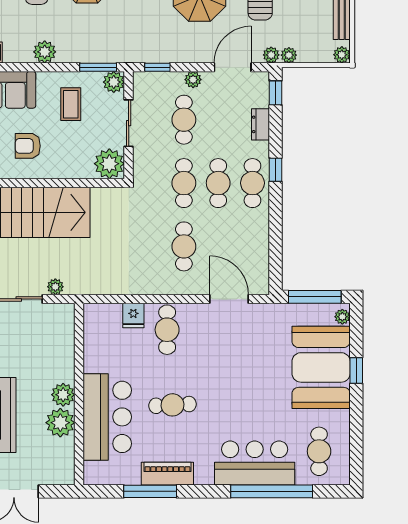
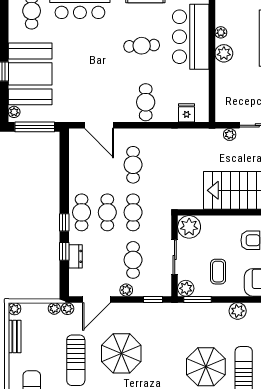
window: (276, 93) -> (64, 251), moved
fridge: (133, 315) -> (187, 113), moved
plant: (60, 423) -> (221, 32), width x0.53, depth x0.53

